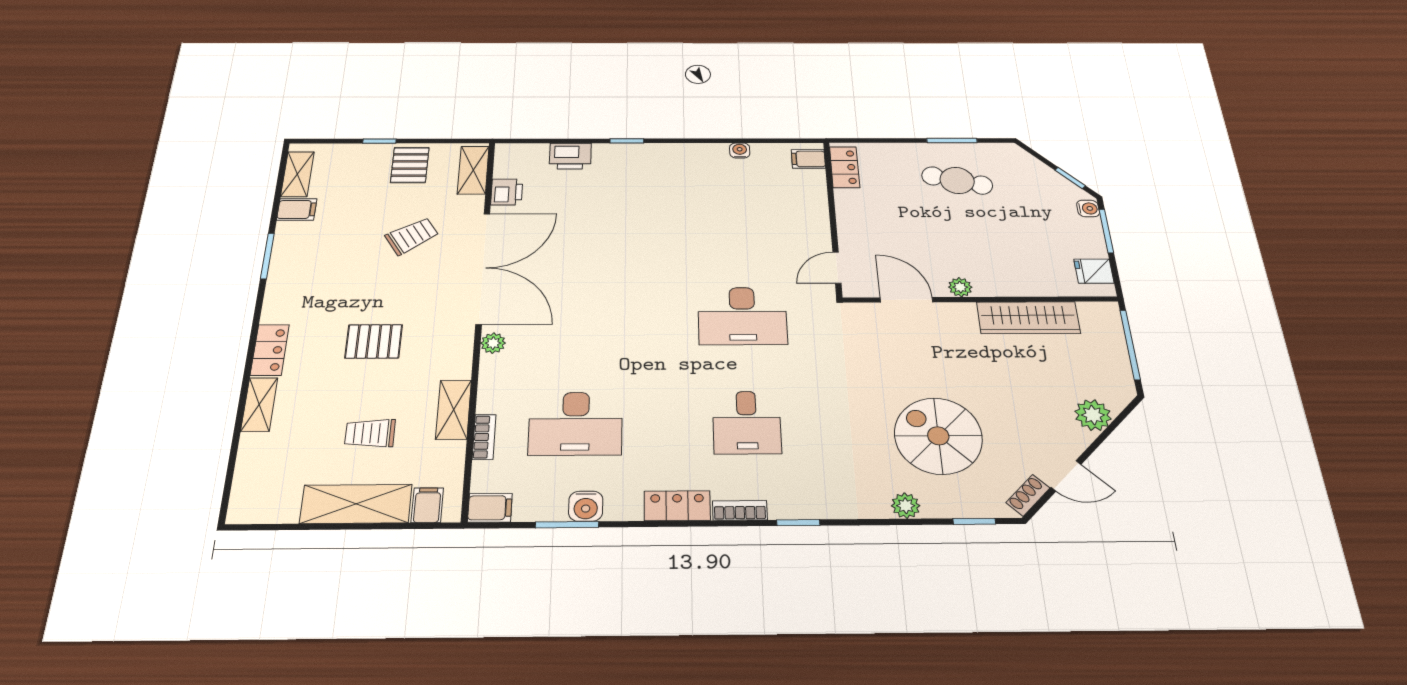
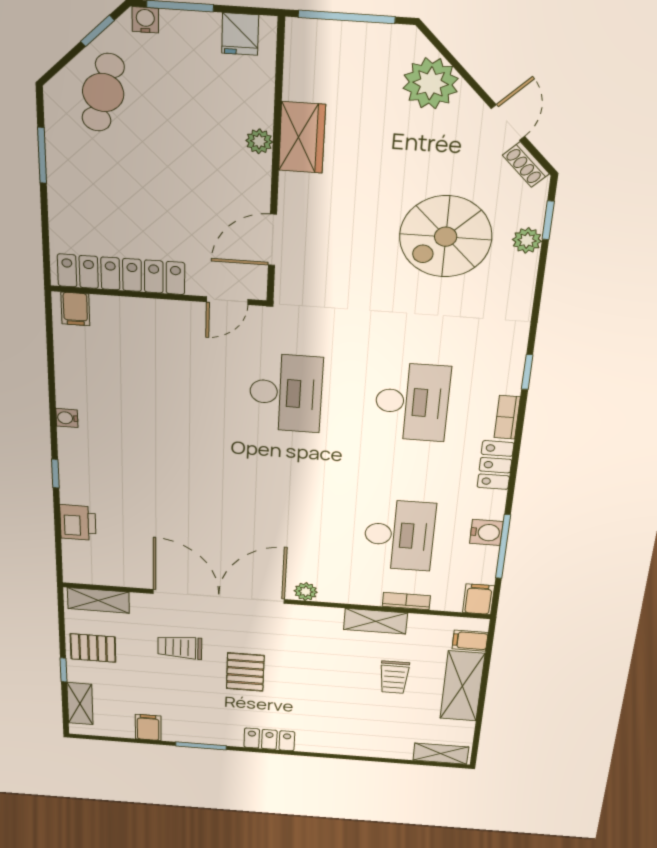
water cooler: (740, 150) -> (67, 418), moved
locker: (845, 167) -> (121, 274), width x2.16, depth x1.21
shelving: (297, 174) -> (80, 704), moved, turned 90
cafe table: (957, 180) -> (103, 93), moved
printer: (507, 192) -> (126, 575), removed
trolley: (412, 236) -> (180, 647), turned -58
door: (837, 268) -> (227, 301), hinge flipped
plant: (960, 287) -> (259, 141), moved
wardrobe: (1028, 318) -> (302, 138), width x0.67
pallet: (374, 341) -> (245, 672), moved
locker: (270, 350) -> (269, 739), moved
shelving: (259, 405) -> (441, 754), moved
plant: (1093, 415) -> (431, 83), width x1.36, depth x1.36
desk: (747, 422) -> (412, 402), width x1.37
plant: (906, 506) -> (527, 240), moved
window: (567, 525) -> (503, 547), width x1.44

